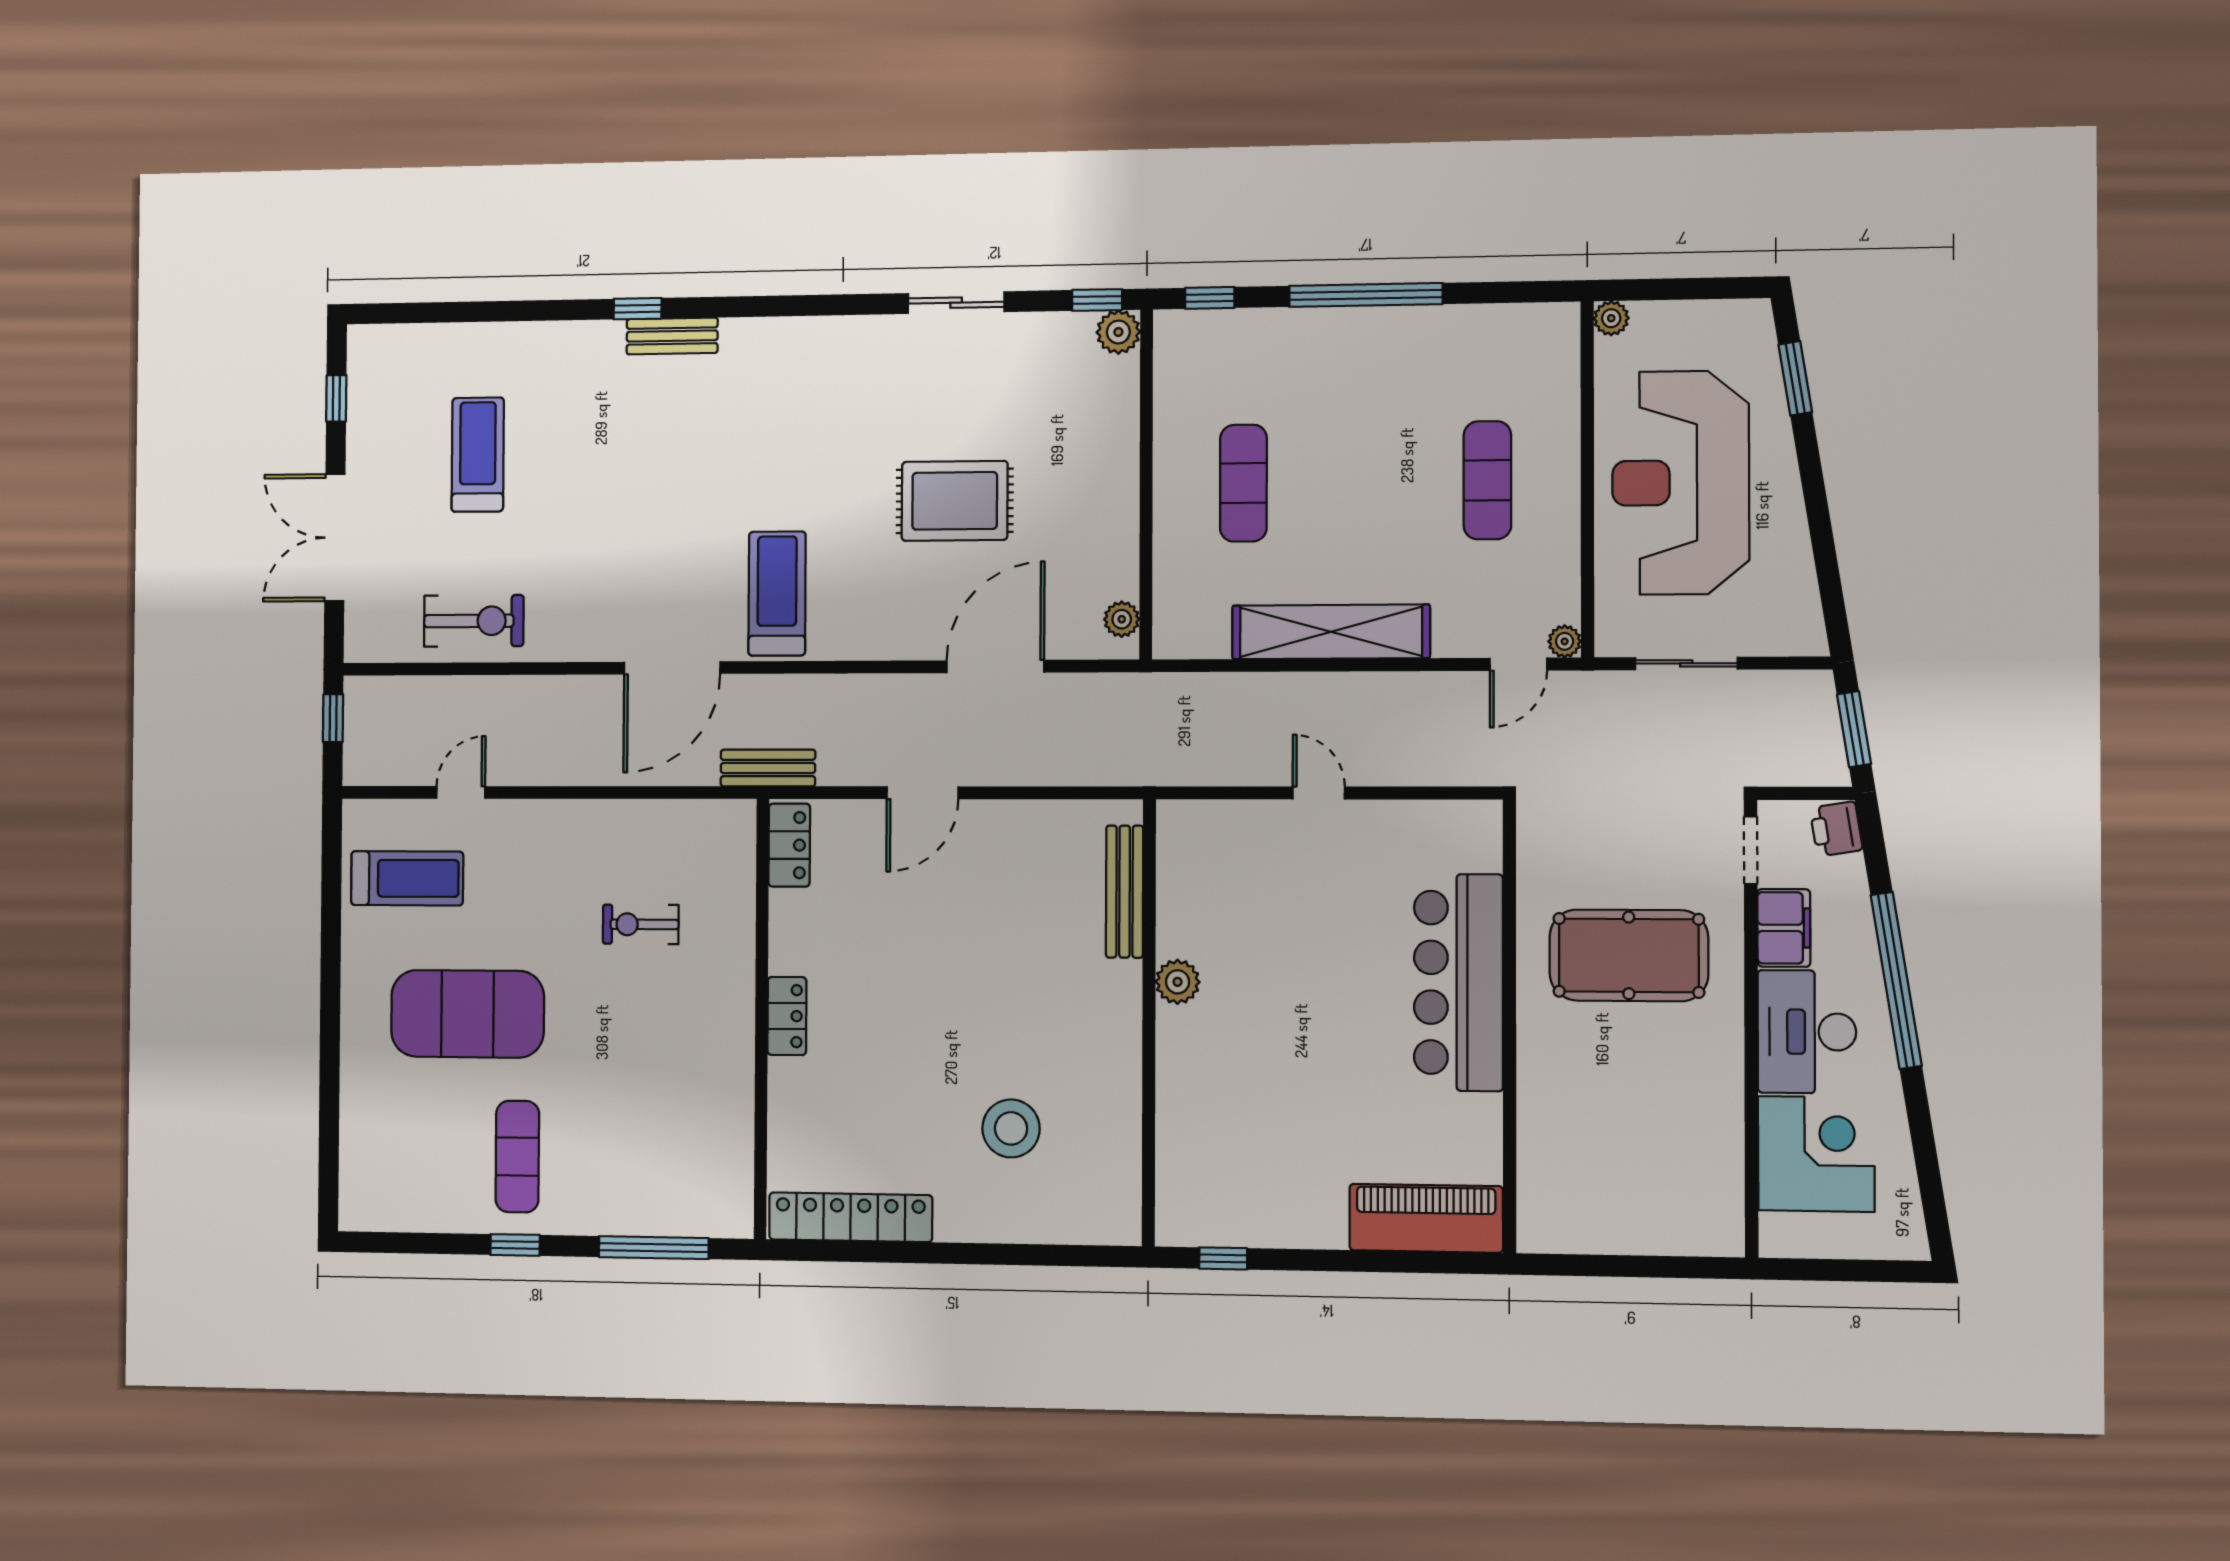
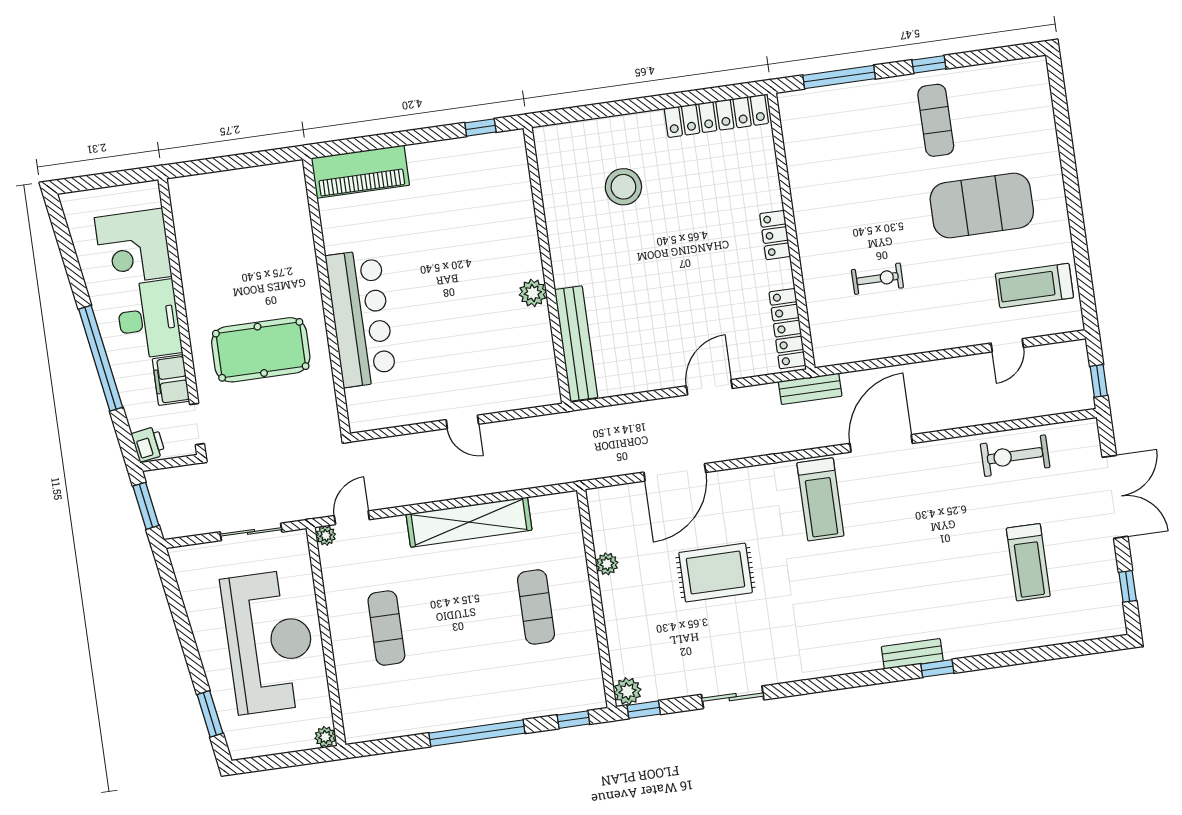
plant: (1122, 619) -> (607, 564), moved
locker: (789, 845) -> (787, 329), width x1.53
bench: (1125, 892) -> (576, 344), width x1.37, depth x1.21

